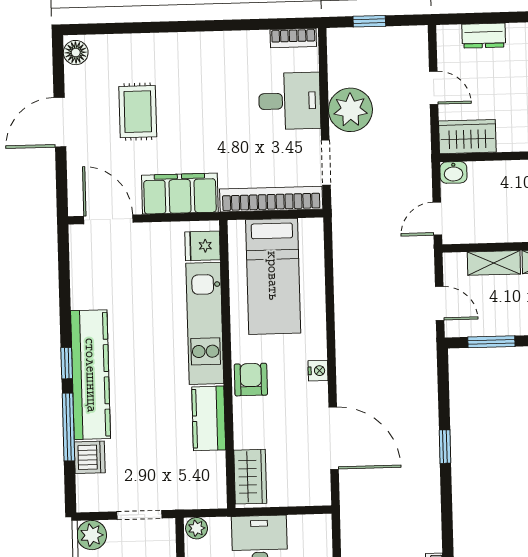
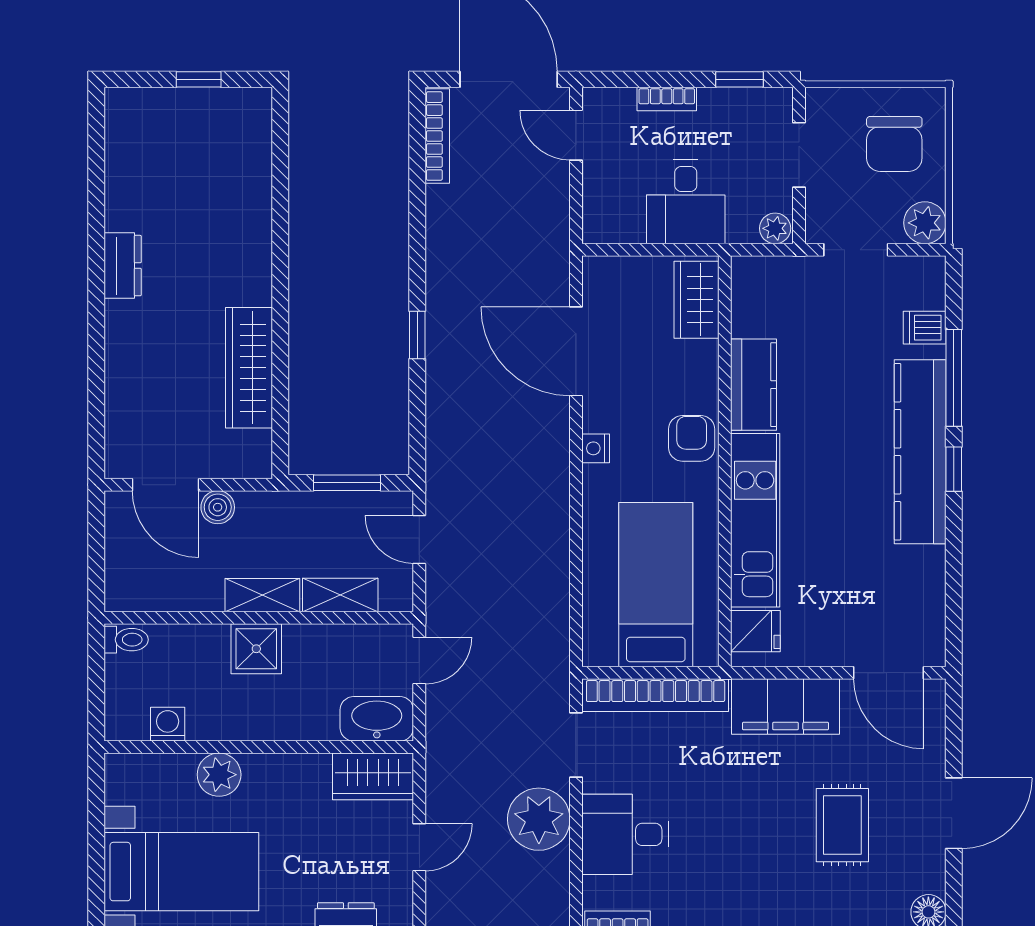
door: (434, 88) -> (419, 847), swing flipped
washbasin: (453, 172) -> (377, 719), width x1.91, depth x1.45
armchair: (251, 380) -> (692, 438), turned 180
dishwasher: (90, 457) -> (925, 328), width x0.73

